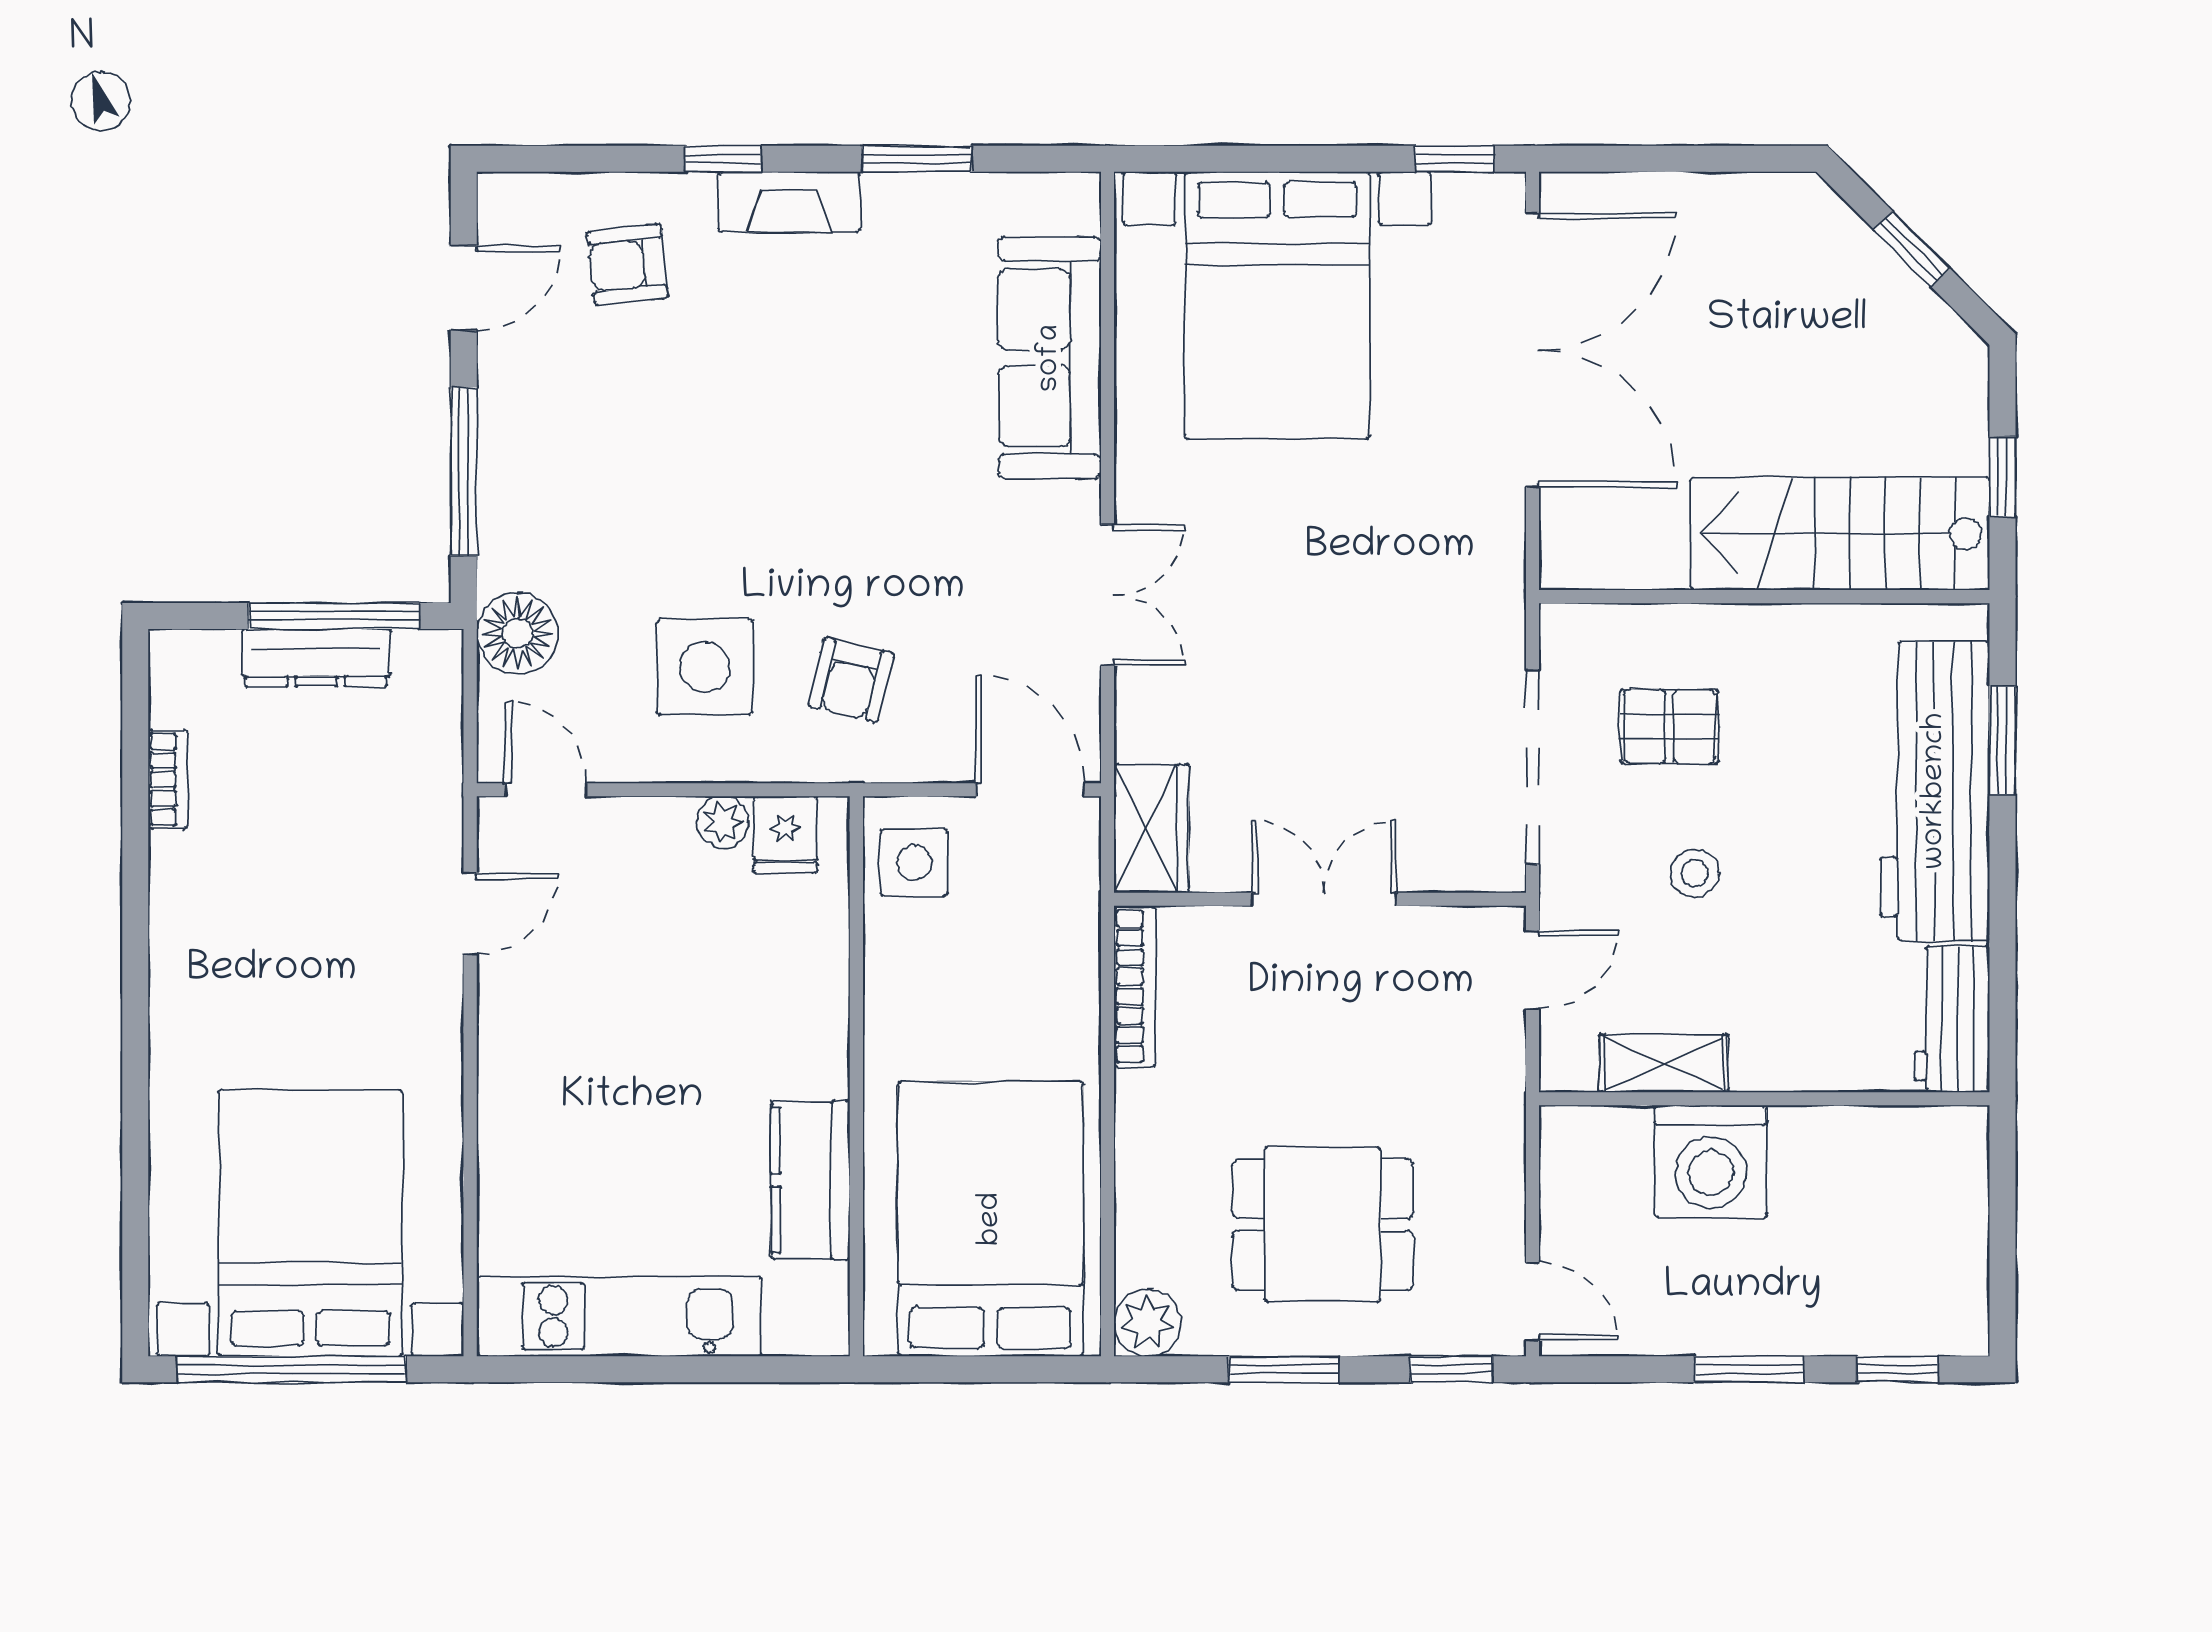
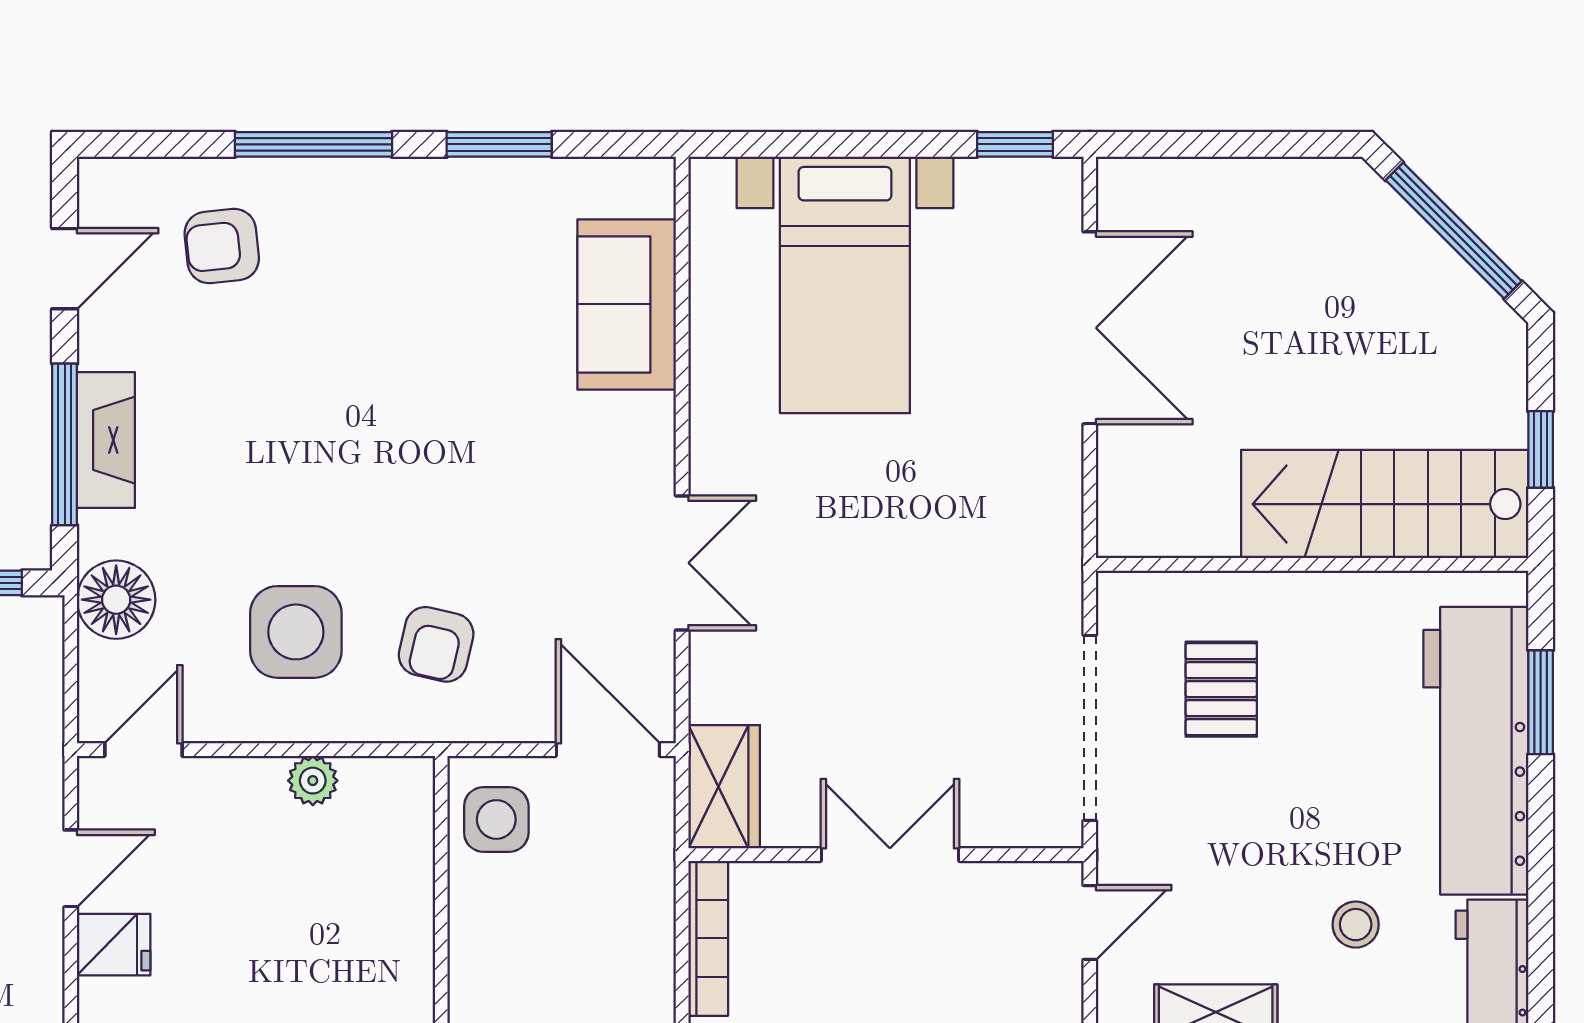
window: (723, 159) -> (313, 144), width x2.17
fireplace: (789, 202) -> (106, 440), moved, turned -90
window: (1912, 249) -> (1454, 231), width x2.17
bed with nightstands: (1277, 305) -> (845, 285), width x0.73
double door: (1532, 350) -> (1090, 328), width x0.73
sofa: (1050, 358) -> (627, 304), width x0.73
pallet: (1669, 727) -> (1221, 689), turned 90
door: (546, 790) -> (143, 750), hinge flipped
fridge: (785, 834) -> (114, 945), moved, turned -90
stool: (1695, 873) -> (1356, 925), moved

